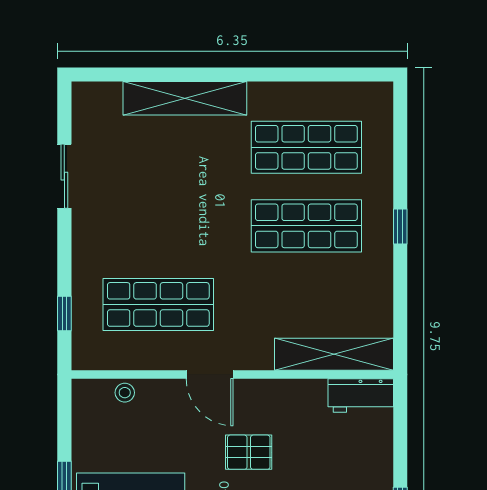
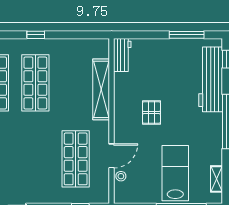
shelving: (334, 354) -> (101, 89), moved
door: (210, 375) -> (112, 156), moved

